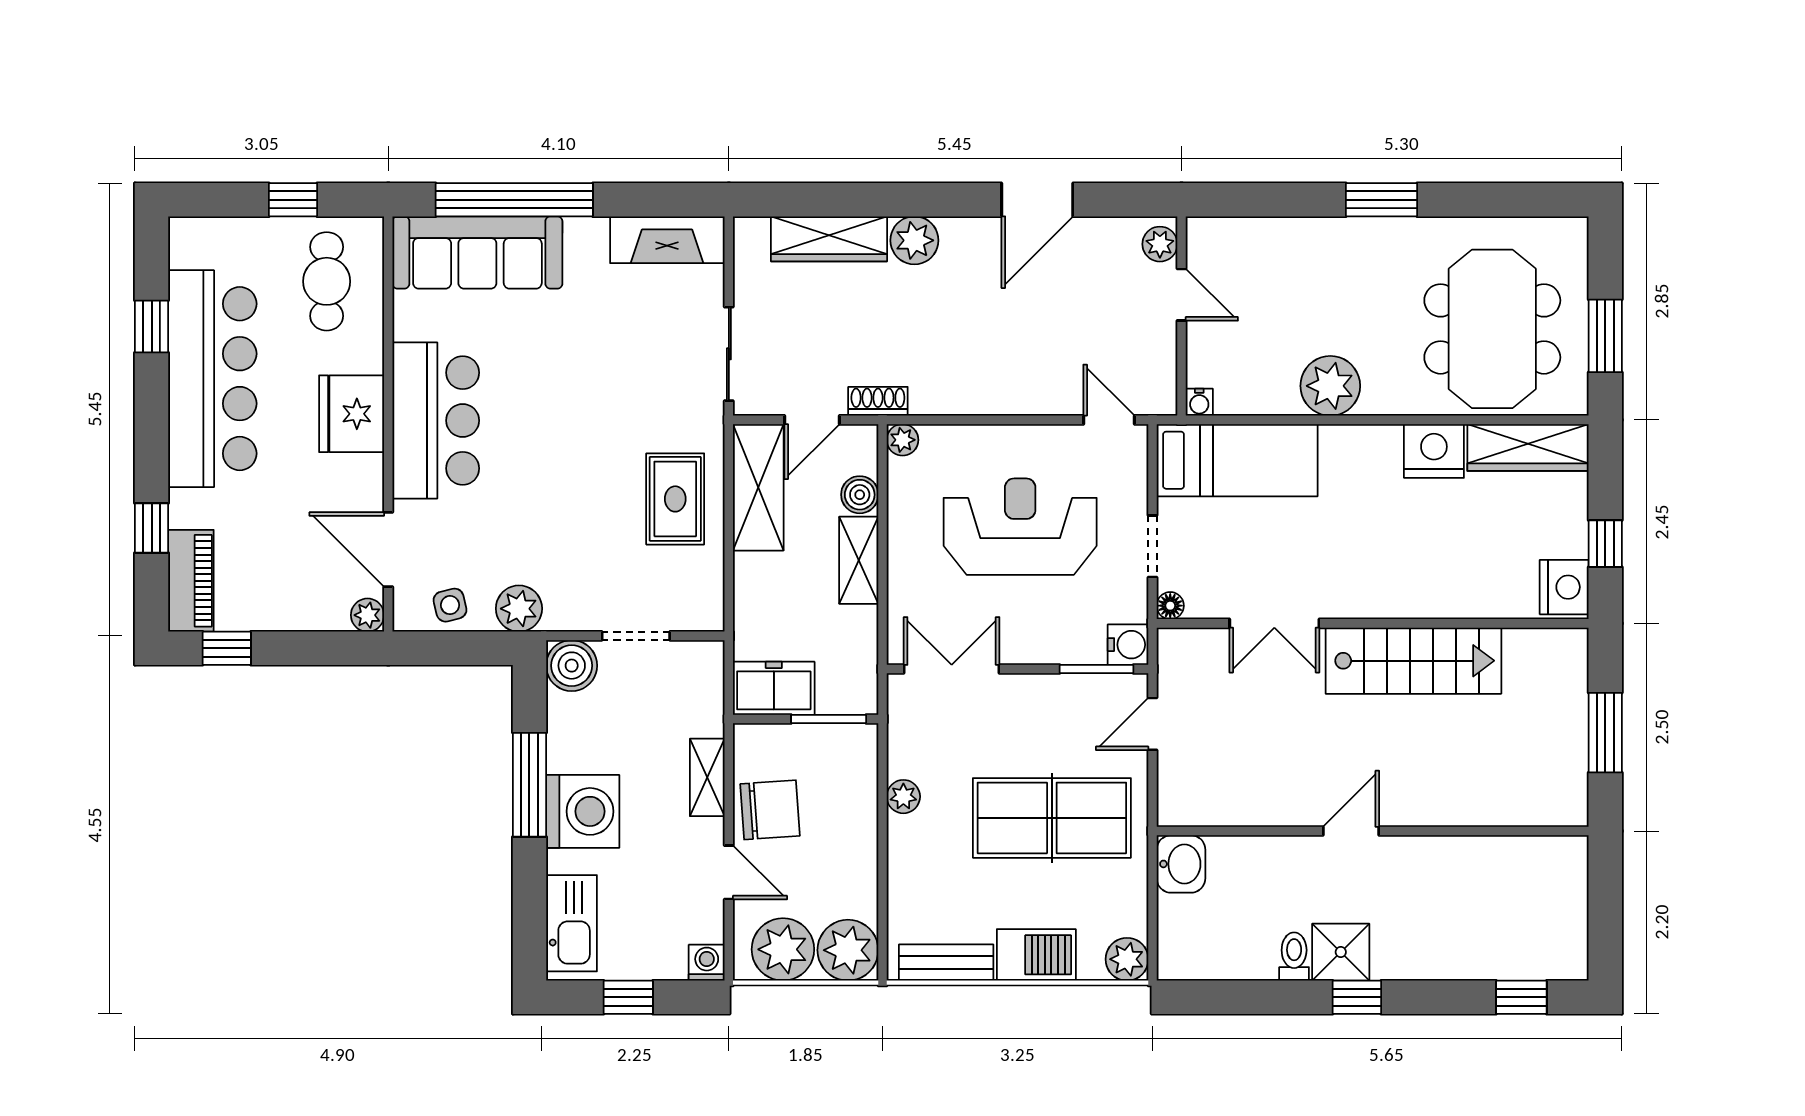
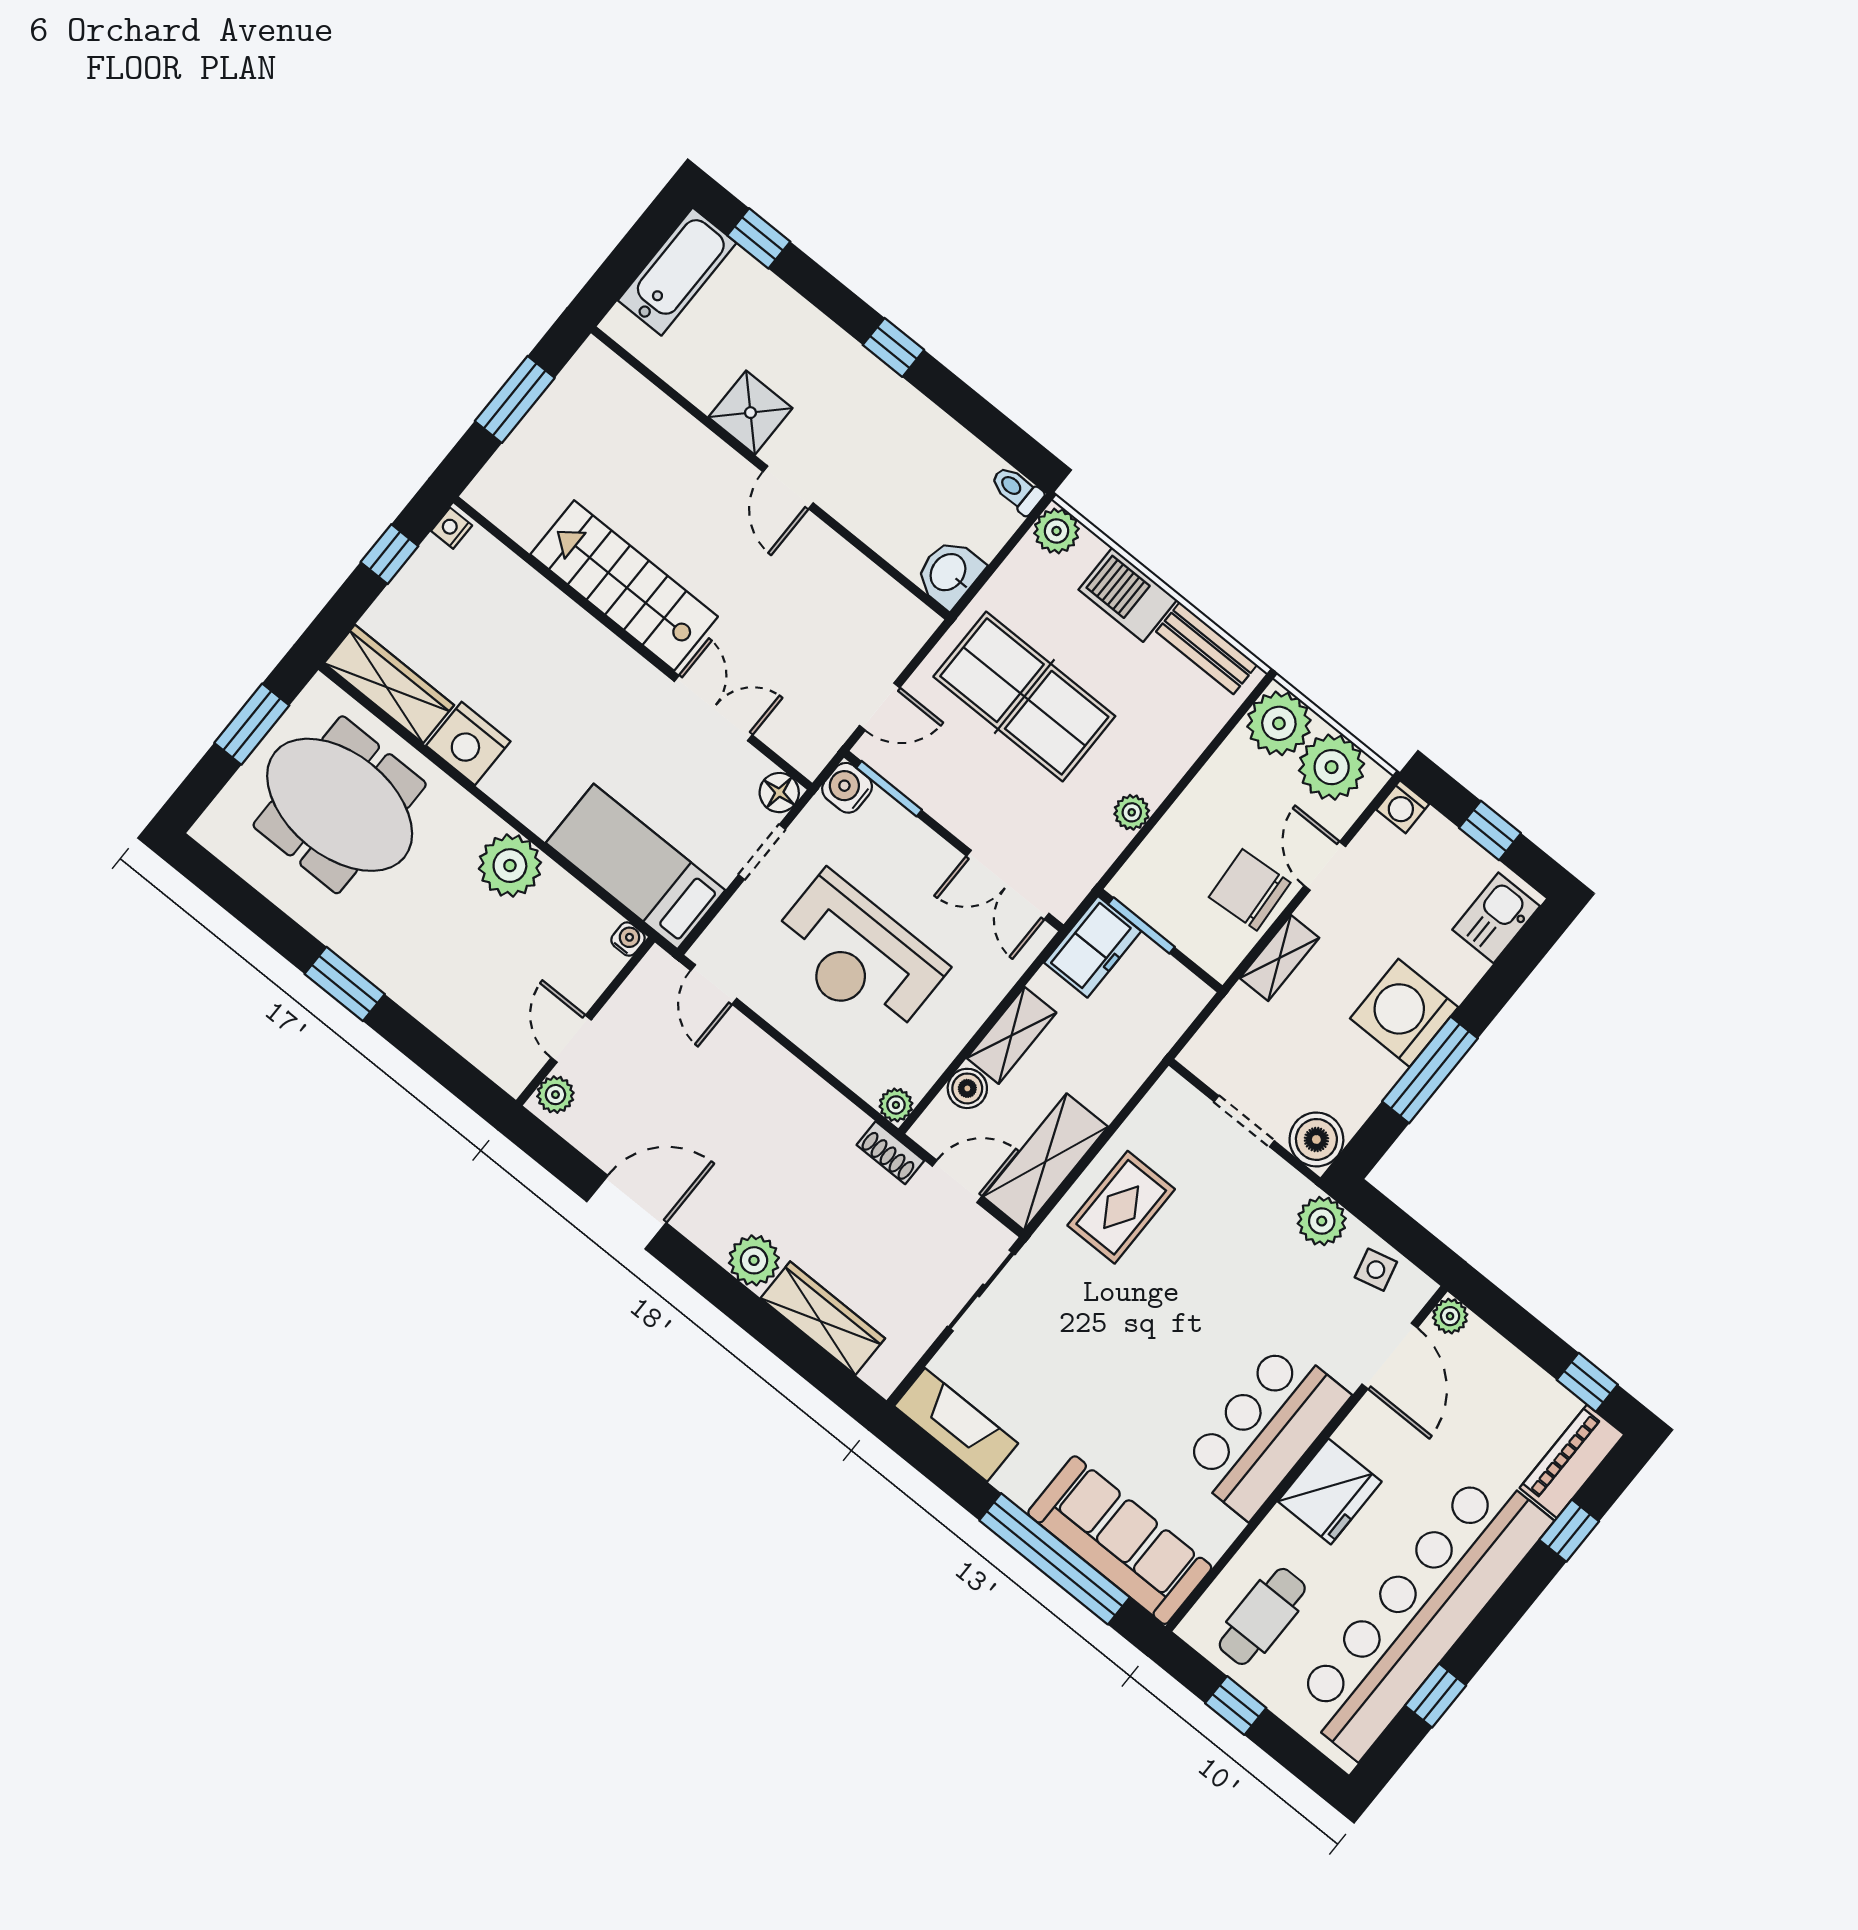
meeting table: (1492, 329) -> (340, 805), turned 90
bar counter: (212, 379) -> (1420, 1613), width x1.36
nightstand: (1564, 587) -> (452, 528), width x0.53, depth x0.56
floor lamp: (1170, 606) -> (779, 793), width x1.37, depth x1.37
freezer: (774, 688) -> (1093, 947), moved, turned -90
door: (1351, 831) -> (788, 487), hinge flipped
kitchen sink: (571, 923) -> (1496, 918), width x0.73
bathtub: (1562, 924) -> (677, 272), added
shower: (1341, 952) -> (750, 413), moved
toilet: (1294, 956) -> (1017, 490), moved, turned 90

